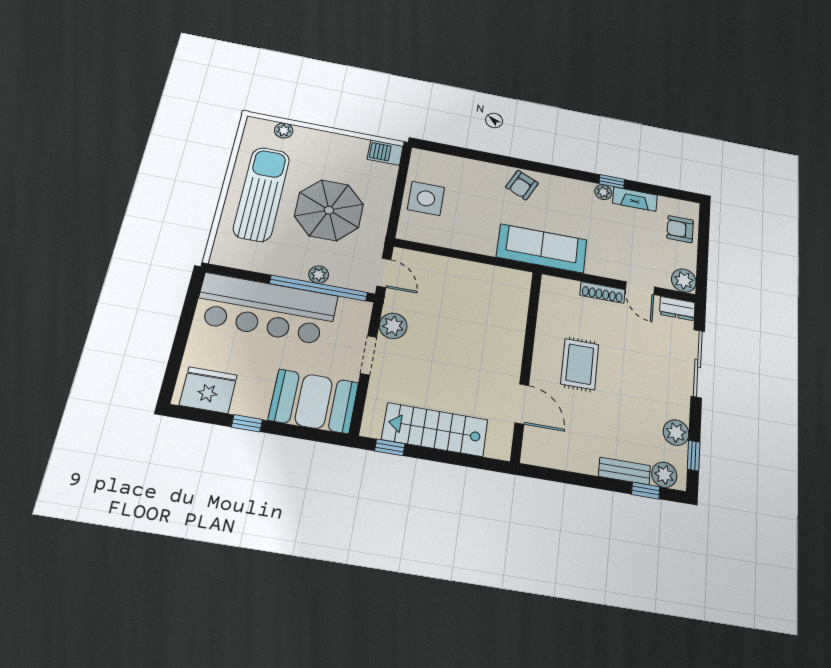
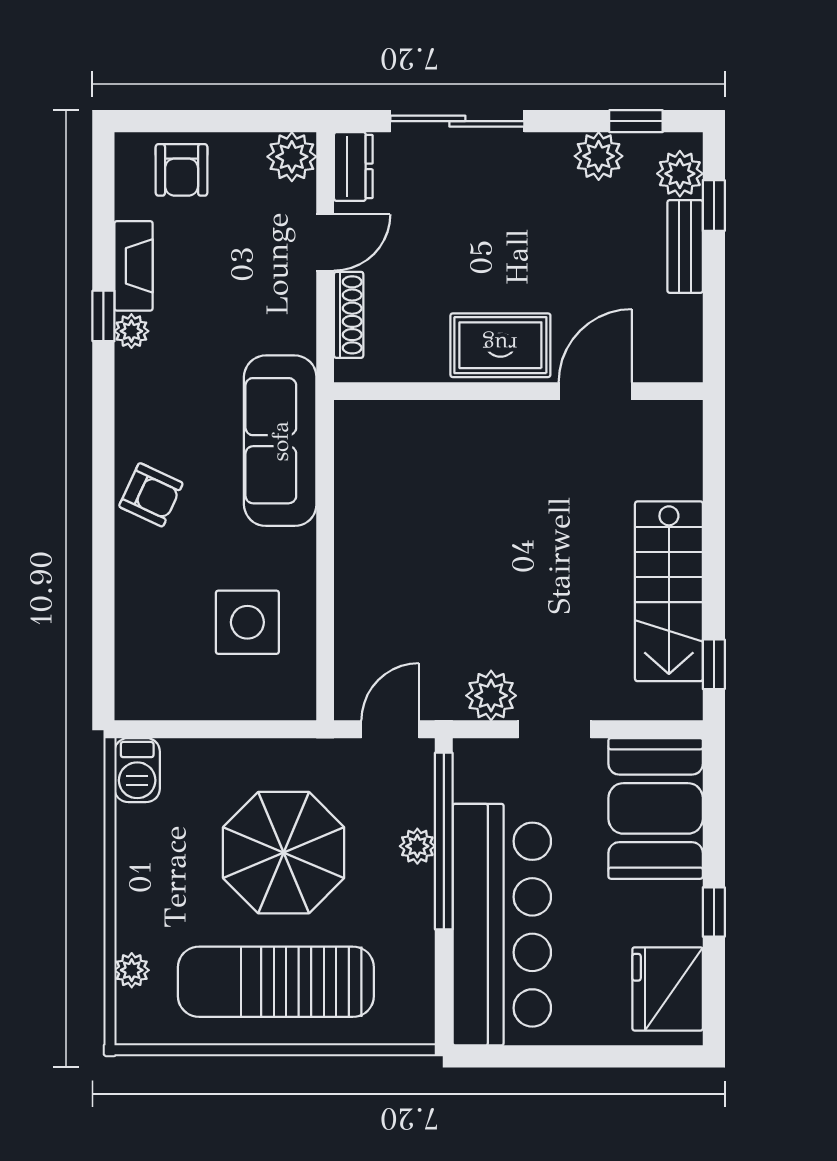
side table: (426, 198) -> (247, 622), moved
wall: (526, 364) -> (518, 391), moved
door: (522, 404) -> (595, 391), moved

